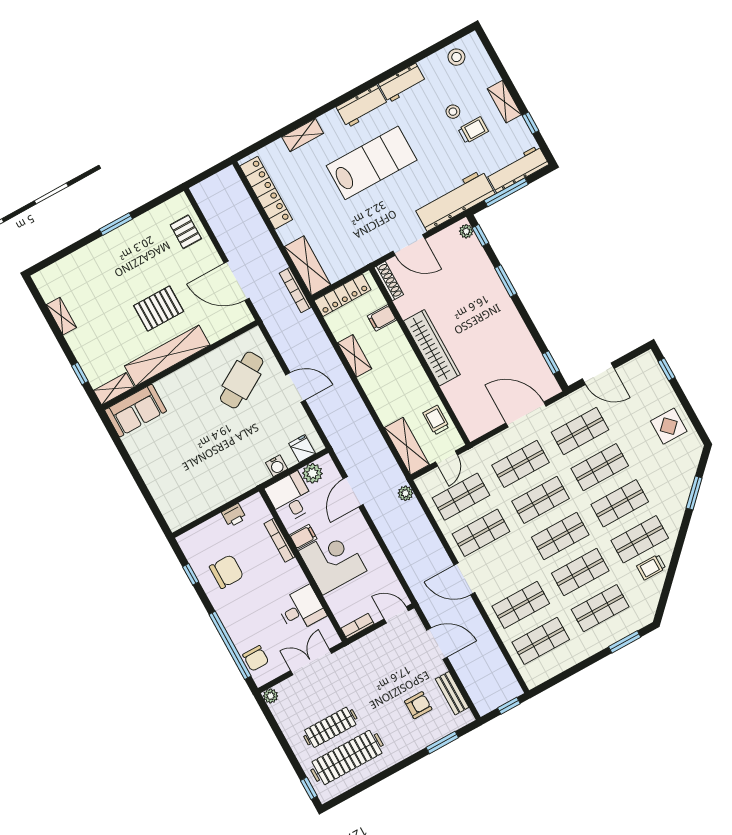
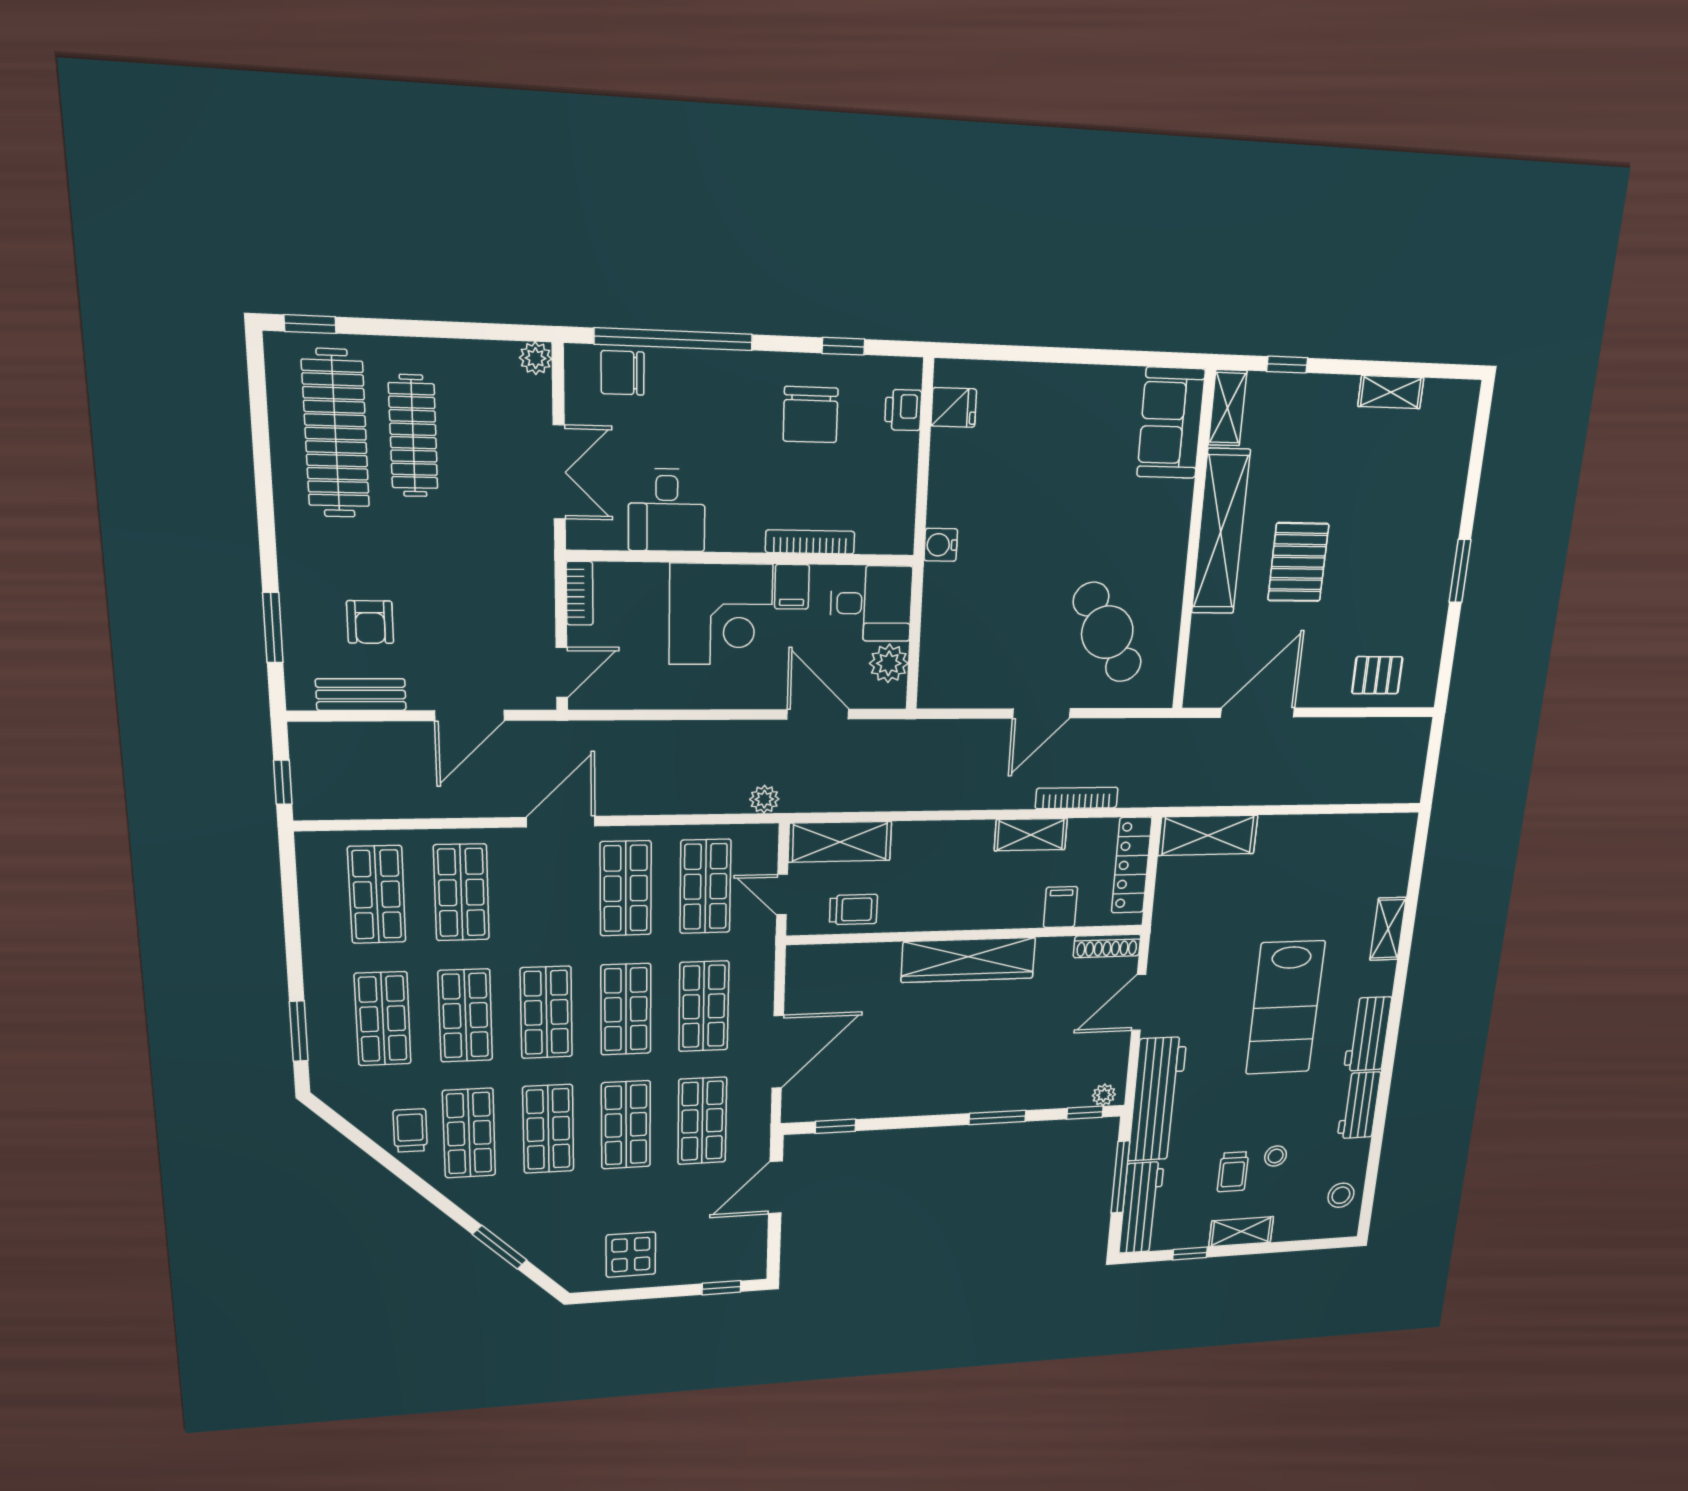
locker: (266, 193) -> (1349, 831), removed
bookcase: (295, 290) -> (1077, 798), moved
fridge: (302, 448) -> (954, 407), moved
water cooler: (277, 466) -> (941, 545), moved
printer: (234, 515) -> (903, 410), moved

